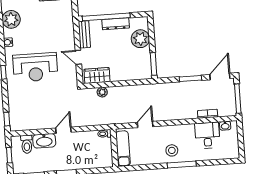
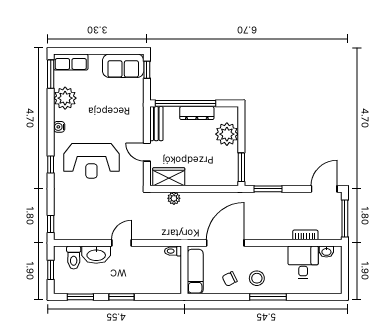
window: (190, 79) -> (268, 189), moved
door: (145, 124) -> (225, 243), width x1.87
chair: (151, 152) -> (230, 279), added

